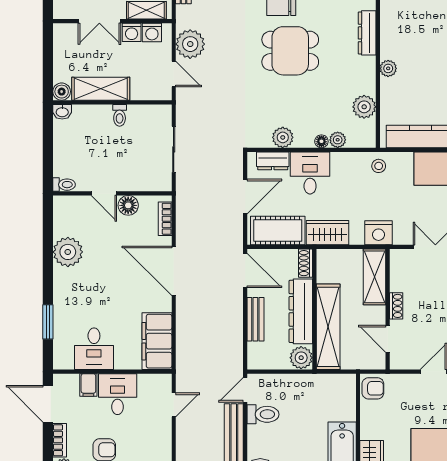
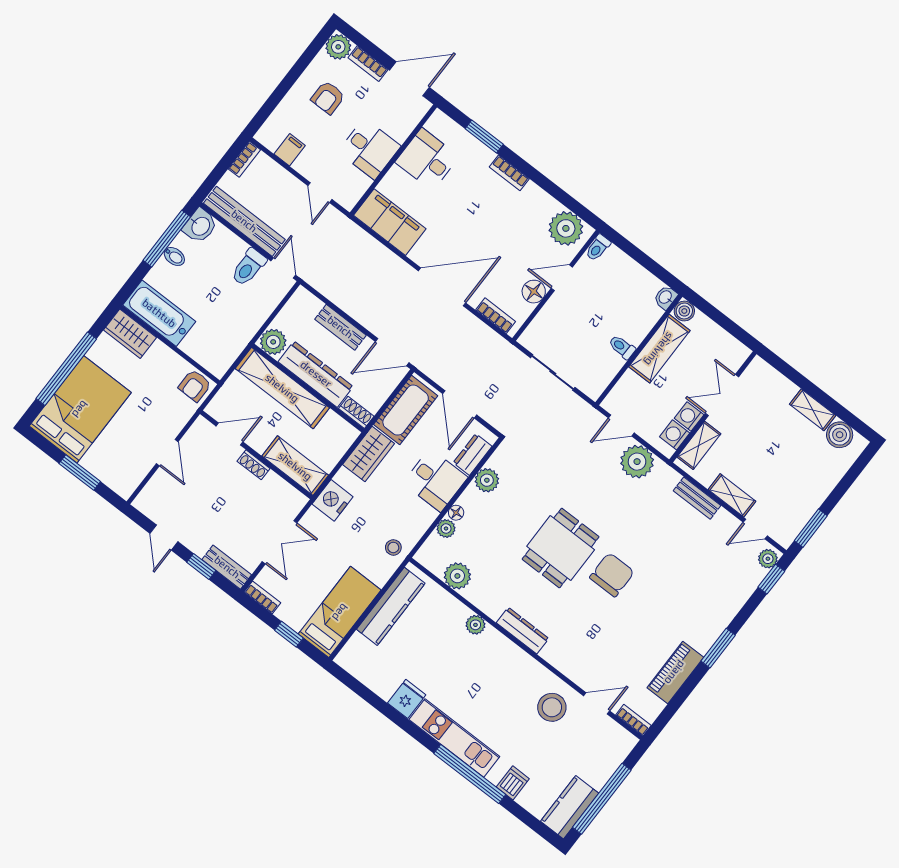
plant: (68, 252) -> (566, 228), moved
bookcase: (60, 285) -> (509, 173), added
filing cabinet: (88, 385) -> (290, 150), moved, turned 90

